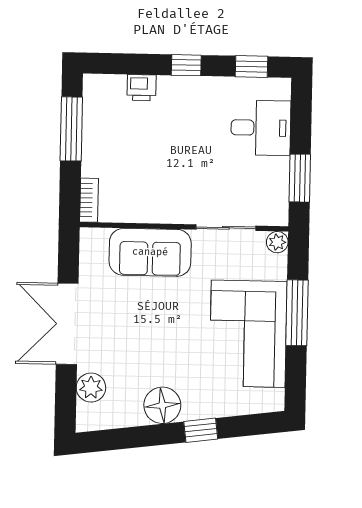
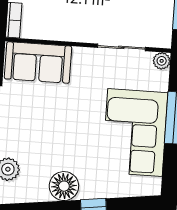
sofa: (150, 252) -> (38, 62), moved

